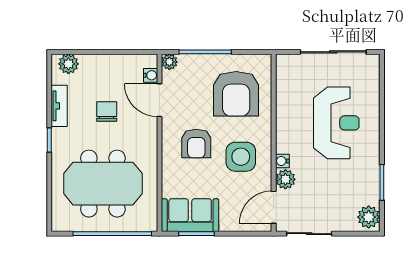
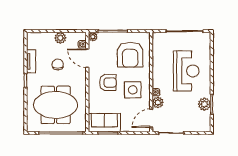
plant: (68, 64) -> (60, 38), moved
armchair: (196, 144) -> (108, 83), turned -90
plant: (369, 217) -> (204, 104), moved

